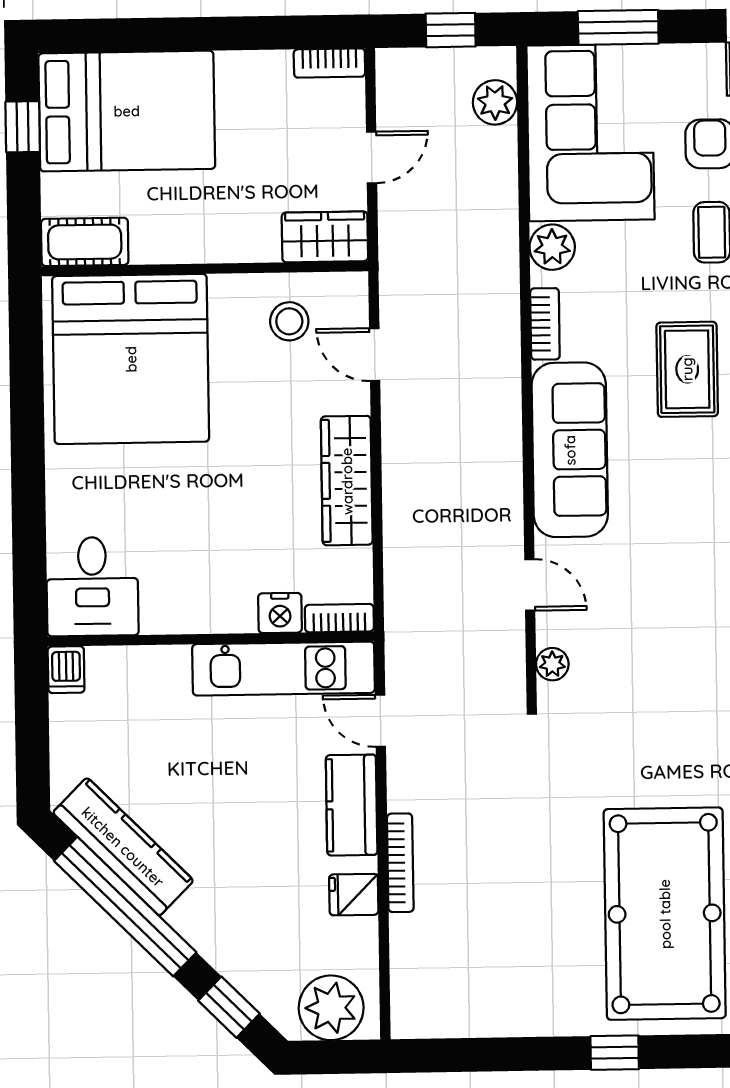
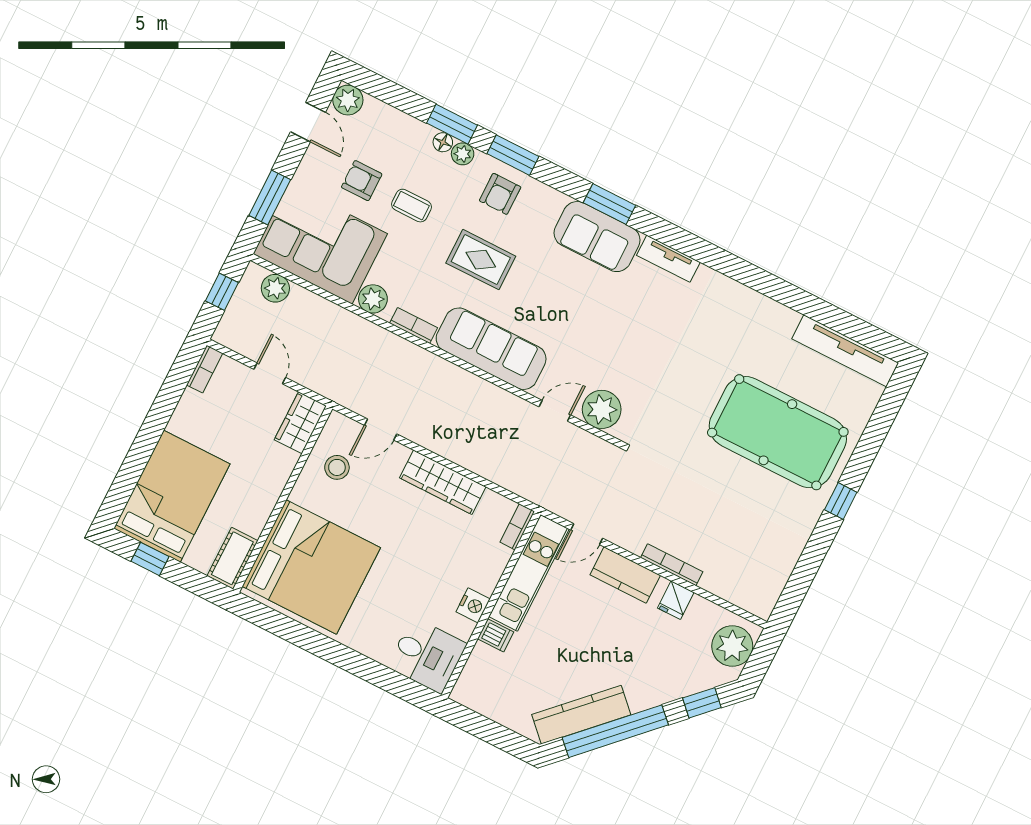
nightstand: (280, 613) -> (473, 605), moved
plant: (552, 664) -> (602, 409), width x1.88, depth x1.88
dishwasher: (66, 670) -> (496, 635), moved

